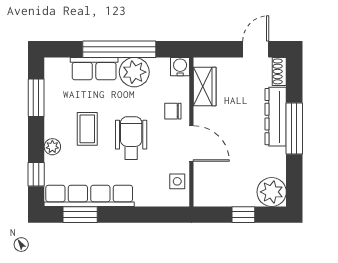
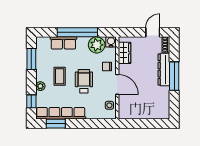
plant: (134, 72) -> (97, 45), moved
plant: (272, 192) -> (162, 111), removed
window: (243, 215) -> (146, 124), removed

